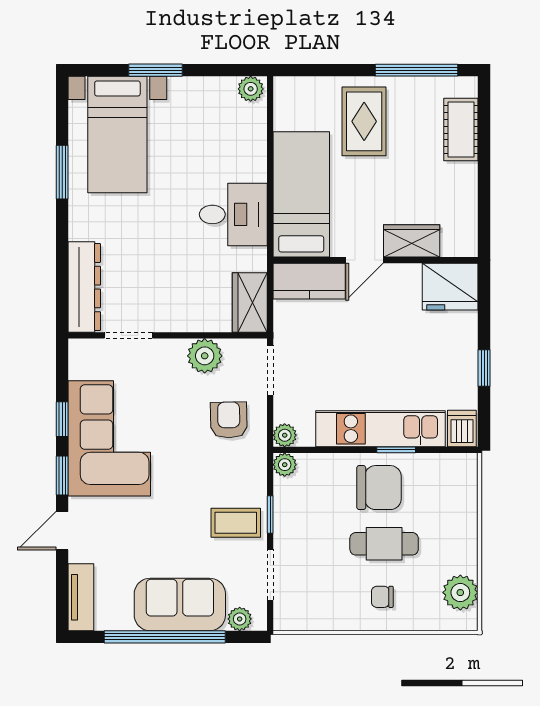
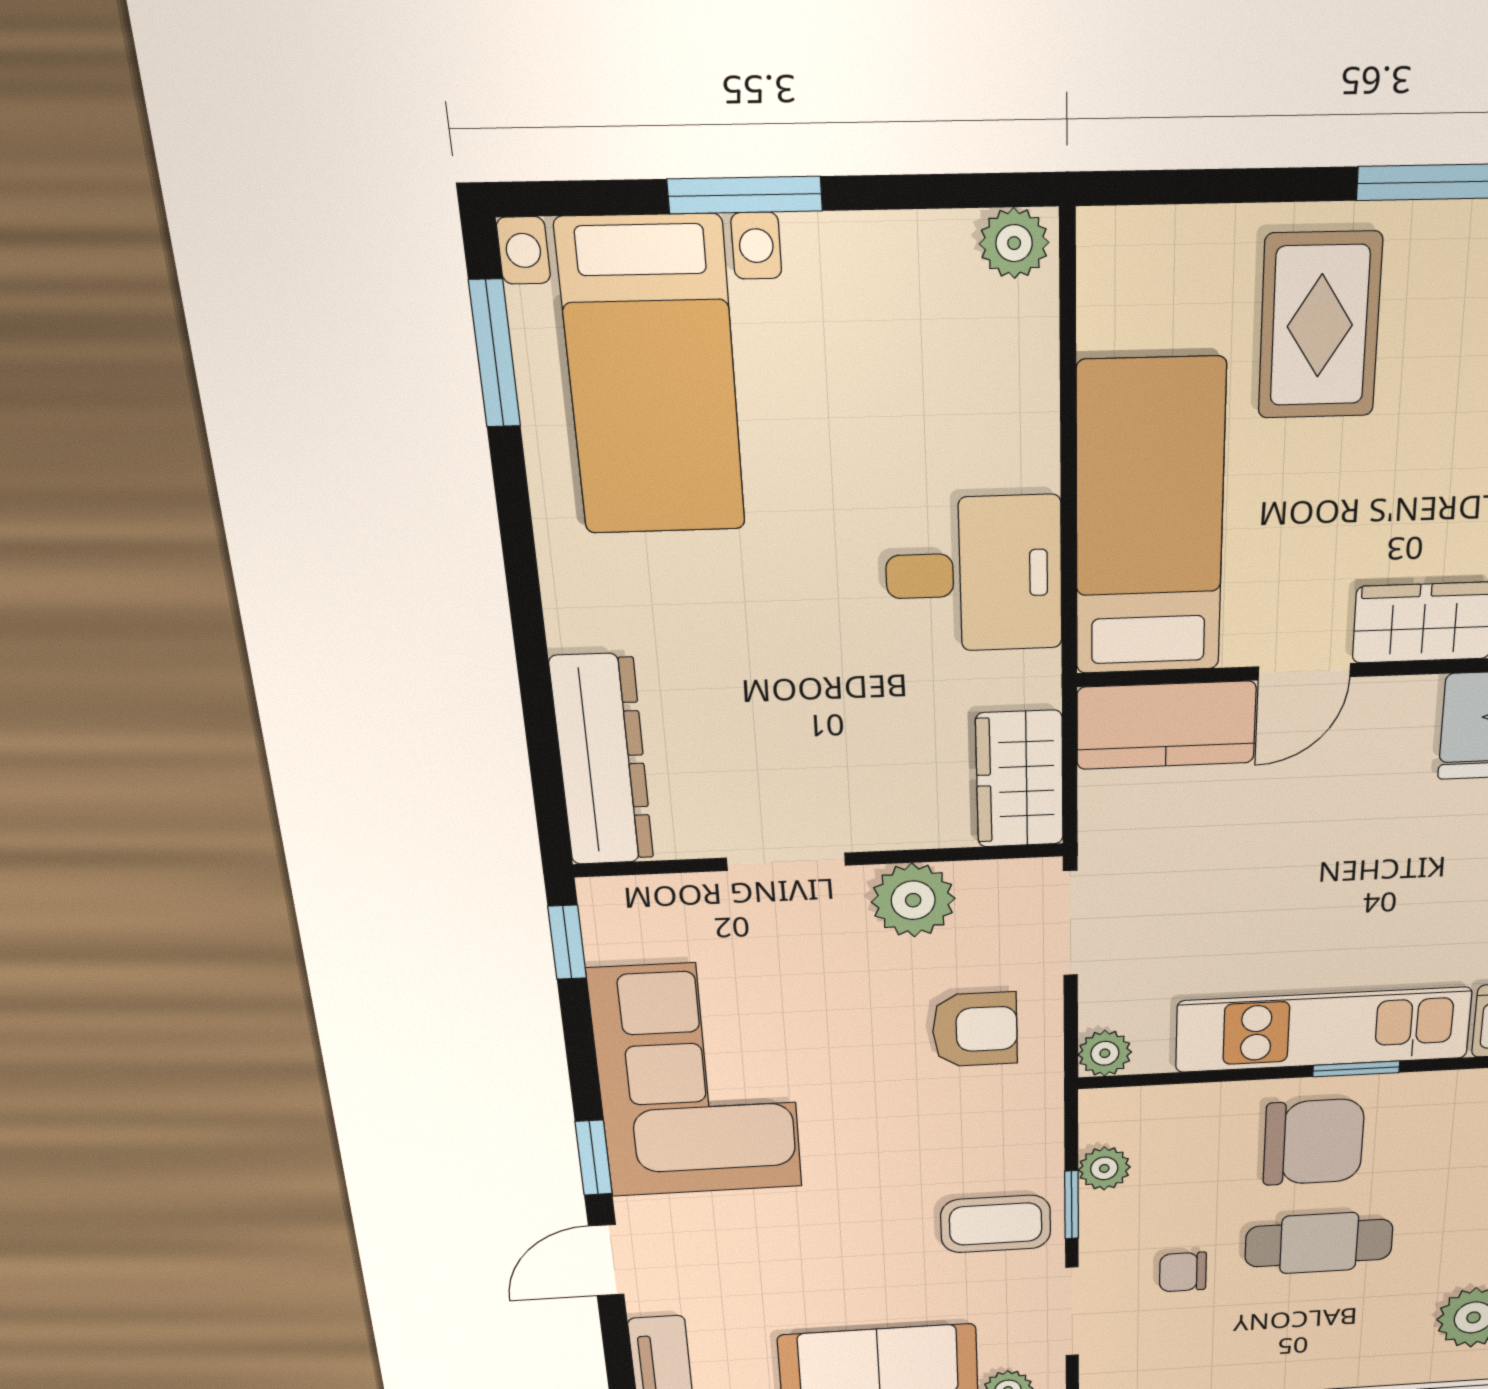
window: (62, 172) -> (495, 354), moved
doorway: (128, 335) -> (786, 862), moved
window: (62, 419) -> (567, 942), moved
armchair: (229, 420) -> (975, 1029), turned 91
plant: (285, 465) -> (1104, 1168), moved
chair: (382, 597) -> (1183, 1272), moved

